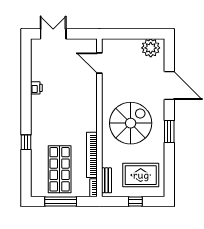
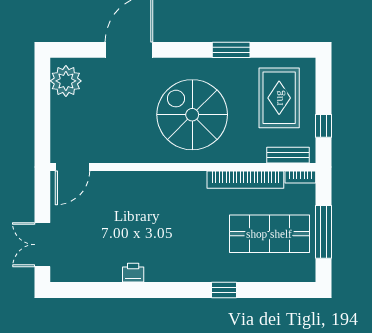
door: (99, 63) -> (73, 167), moved
window: (169, 131) -> (231, 50), moved
window: (135, 201) -> (323, 126), moved

